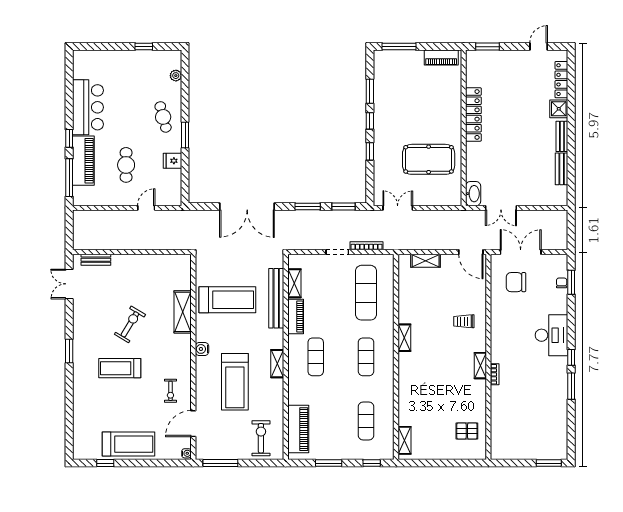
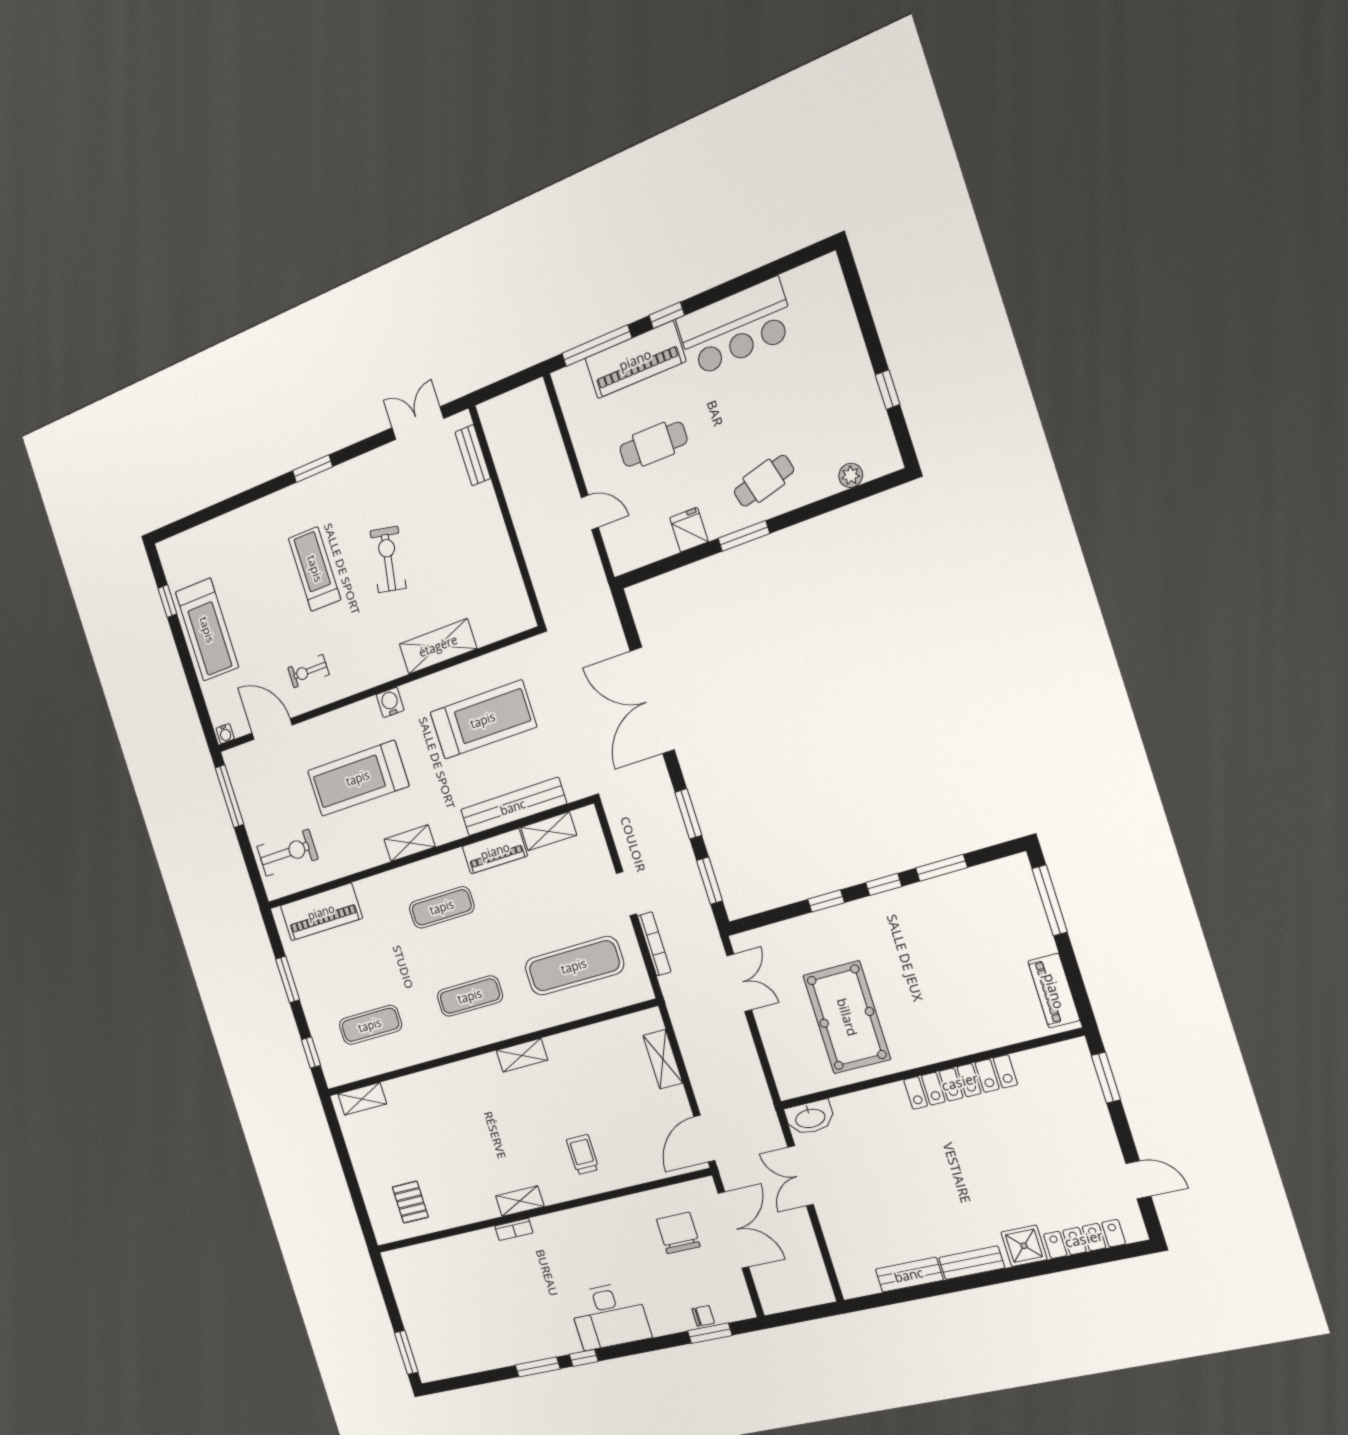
treadmill: (227, 300) -> (483, 720), turned -90
exercise bike: (130, 324) -> (388, 559), turned -110

